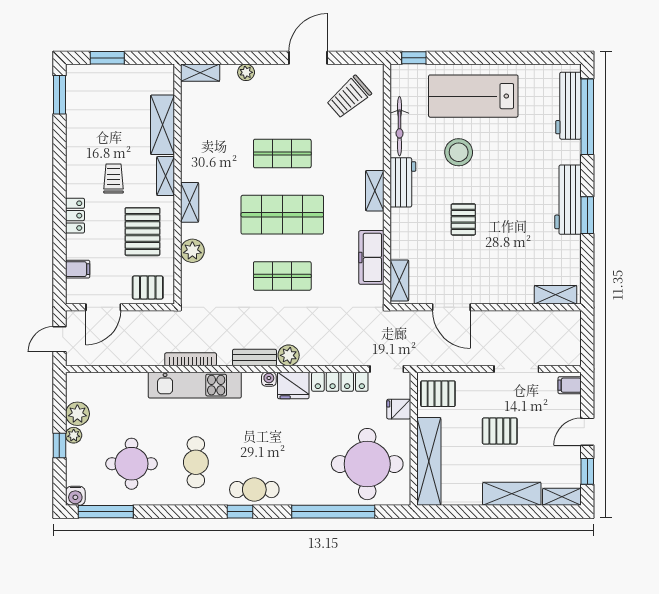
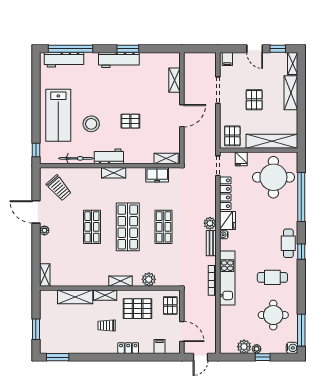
plant: (246, 72) -> (44, 230), moved
freezer: (371, 257) -> (157, 175), width x0.71
shelving: (556, 295) -> (174, 80), moved
door: (451, 307) -> (182, 116), moved
door: (59, 339) -> (201, 357), hinge flipped

